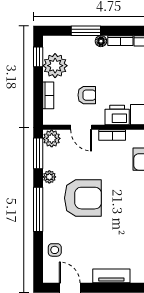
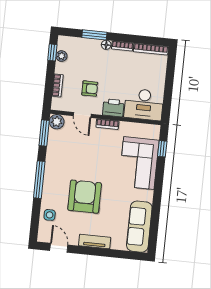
plant: (55, 66) -> (62, 56), width x0.53, depth x0.53
plant: (49, 177) -> (51, 154), removed
armchair: (83, 198) -> (85, 197), moved, turned -90

